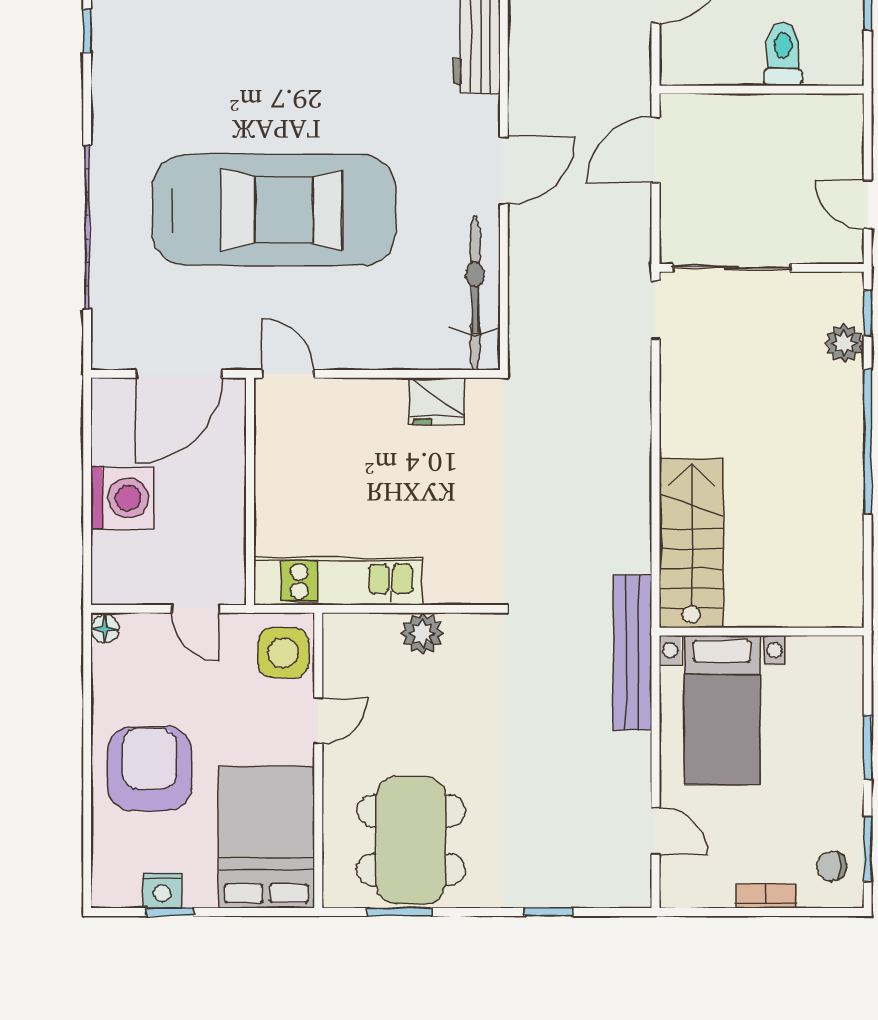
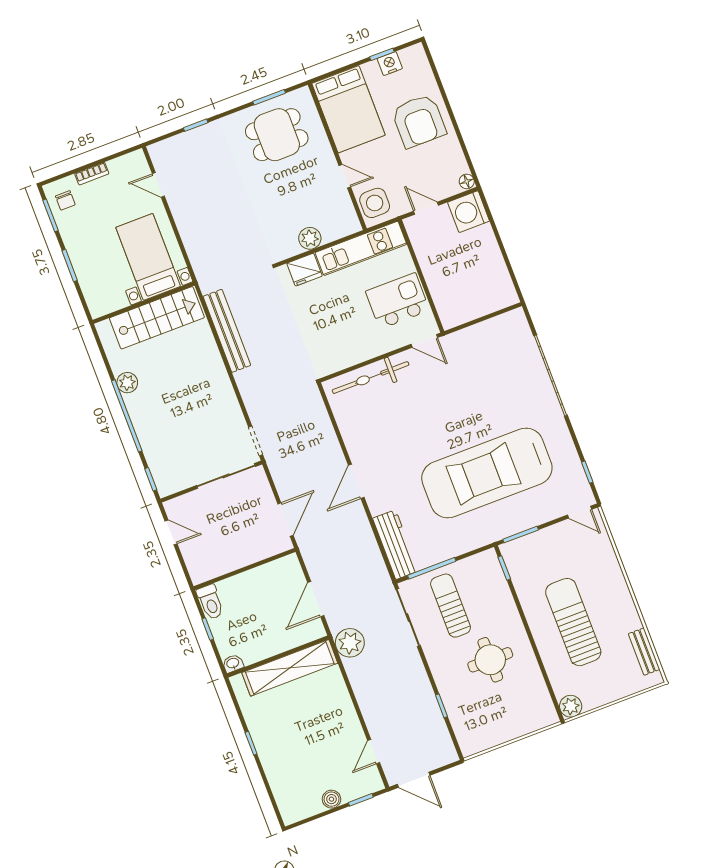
toilet: (783, 54) -> (210, 602), moved
car: (274, 210) -> (487, 473), moved
bicycle: (475, 293) -> (371, 378), moved, turned 90
plant: (844, 343) -> (127, 383), moved
door: (179, 374) -> (478, 321), removed
fridge: (437, 401) -> (304, 270), moved, turned 180
kitchen island: (309, 463) -> (398, 301), added
washing machine: (122, 498) -> (469, 212), moved
stairs: (691, 543) -> (157, 318), moved, turned -90
bench: (632, 652) -> (227, 331), moved
door: (318, 721) -> (345, 176), swing flipped
dining table: (411, 840) -> (277, 135), width x0.73
chair: (831, 866) -> (65, 200), turned 90

